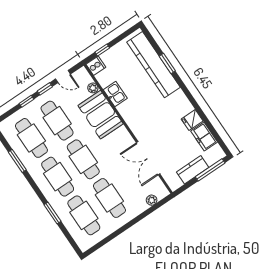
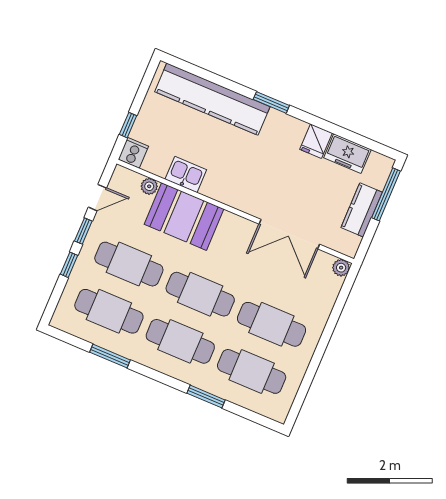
window: (167, 63) -> (271, 102), moved
plant: (152, 200) -> (341, 268), moved

